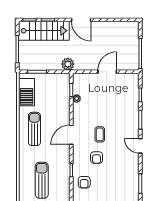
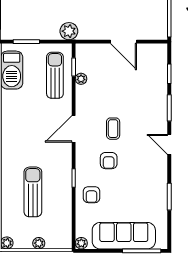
door: (107, 72) -> (123, 42), swing flipped
sun lounger: (34, 129) -> (55, 75), moved

